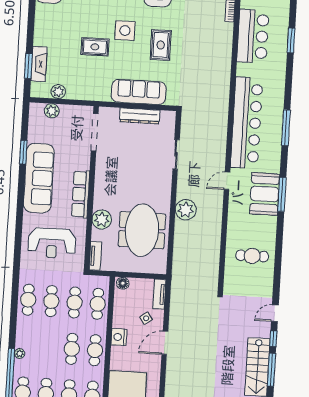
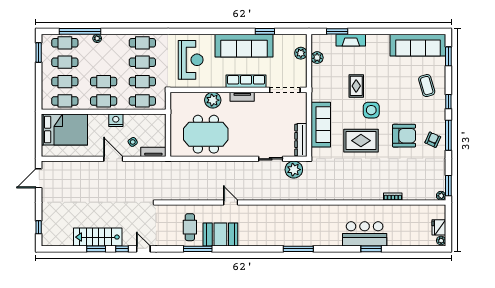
bar counter: (253, 36) -> (365, 234), moved, turned 180
rug: (161, 45) -> (361, 141), width x1.36, depth x1.43
fireplace: (39, 64) -> (351, 40), moved
dresser: (140, 116) -> (301, 140), moved
bar counter: (247, 123) -> (300, 216), removed
door: (227, 181) -> (231, 202), moved
row of seats: (81, 194) -> (246, 81), moved
booth: (265, 194) -> (220, 235), moved
window: (282, 194) -> (198, 249), moved
plant: (186, 210) -> (294, 170), moved
reception desk: (52, 243) -> (191, 60), turned 180
tv unit: (95, 256) -> (242, 97), moved
floor lamp: (123, 283) -> (161, 121), removed
window: (271, 370) -> (96, 249), width x0.69

